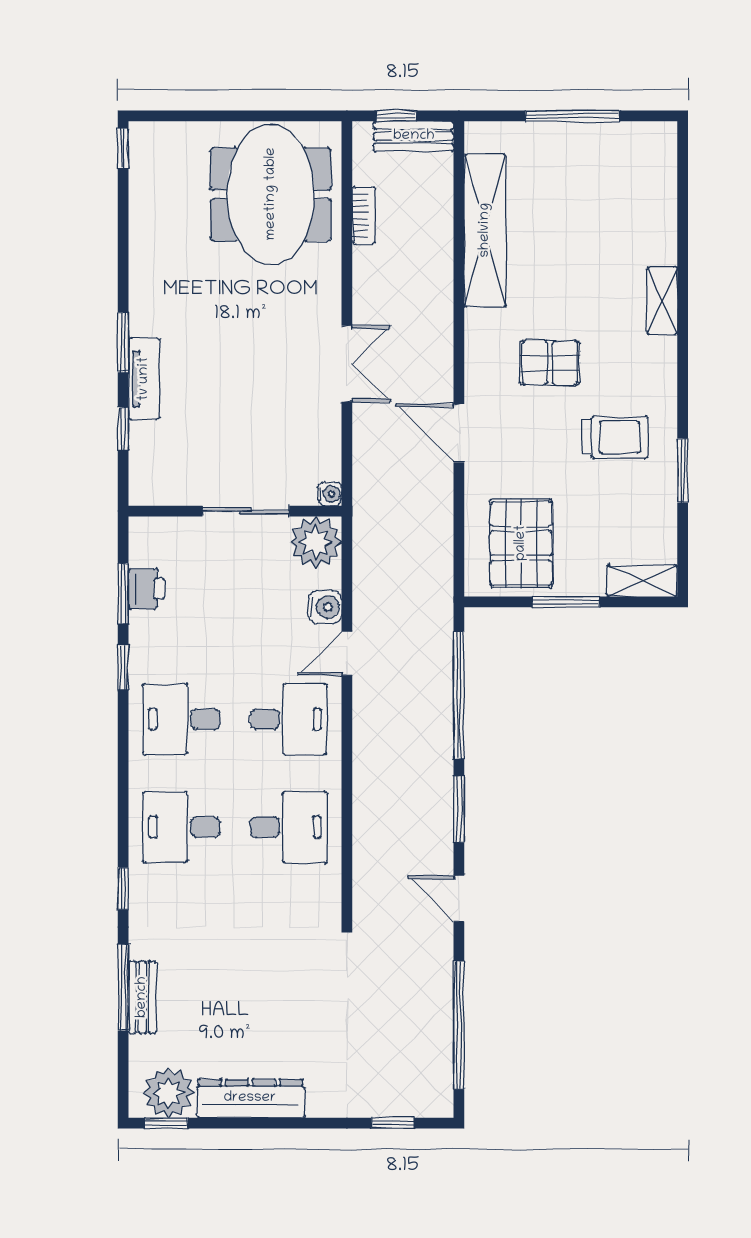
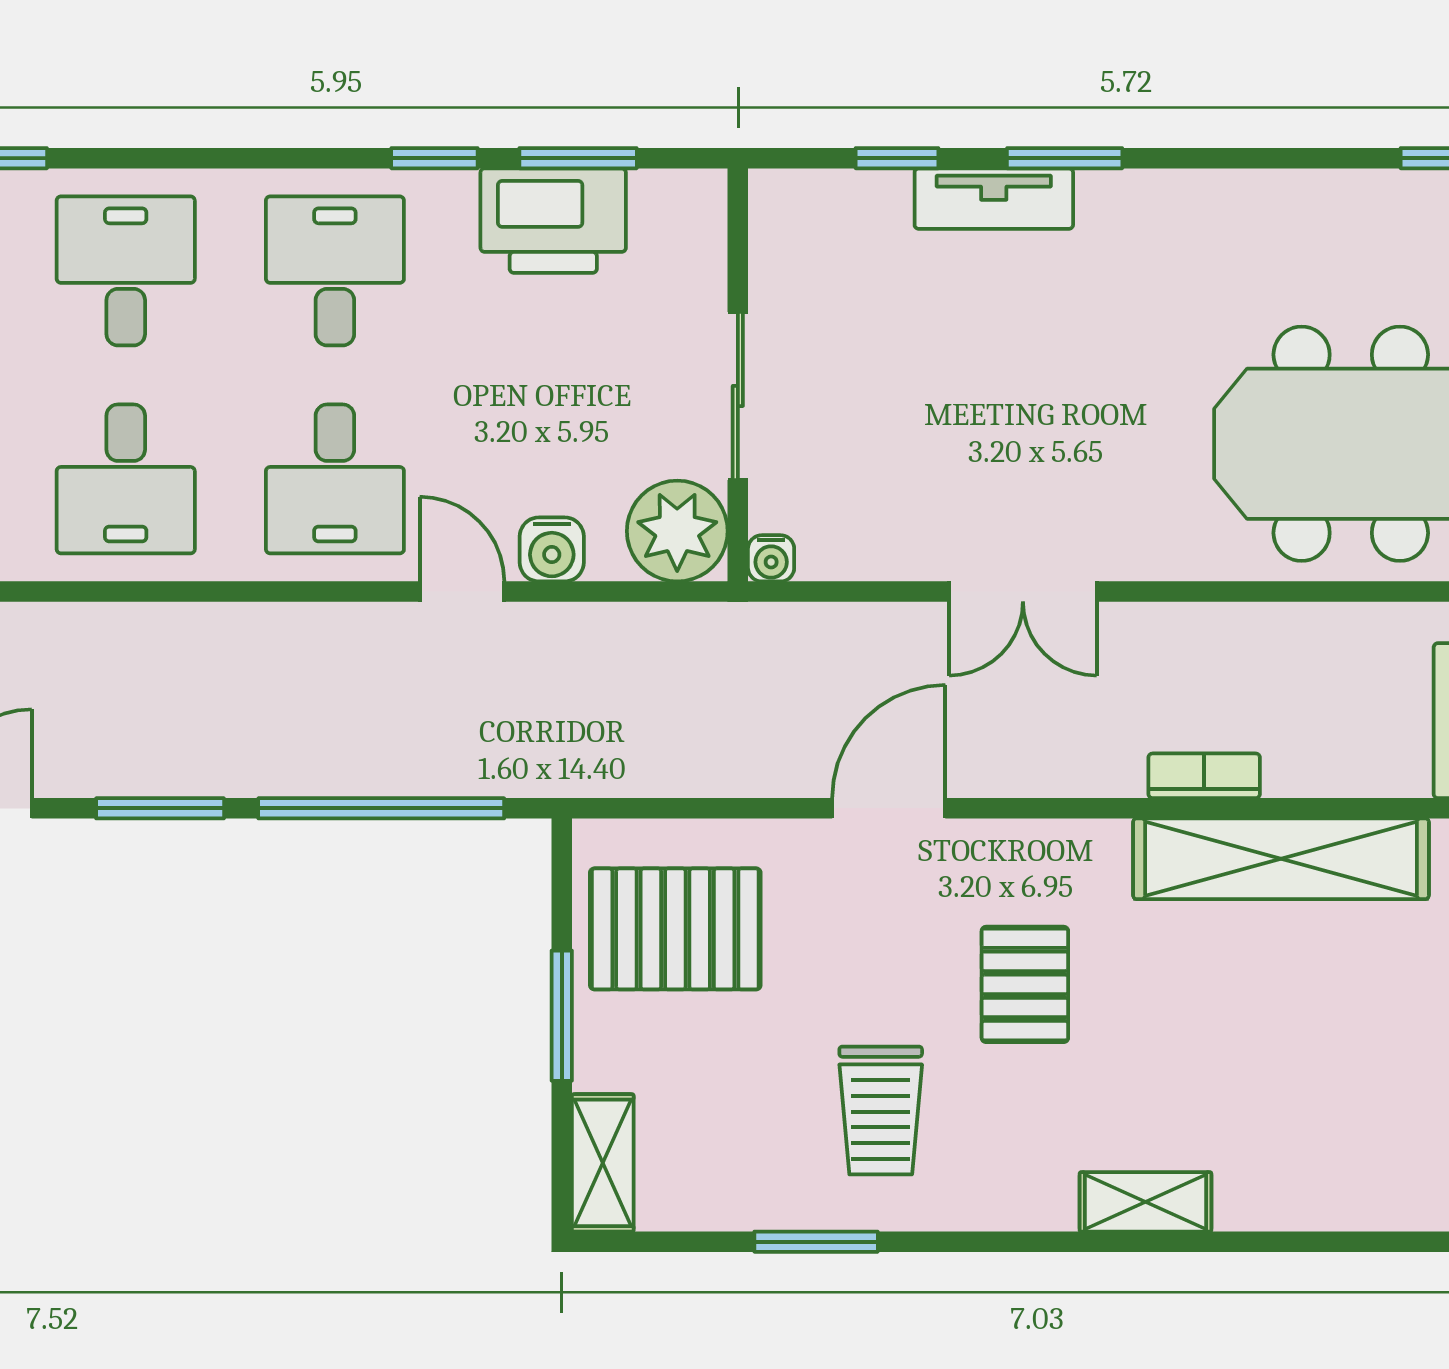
bookcase: (364, 215) -> (1204, 776), moved, turned 180
printer: (147, 589) -> (553, 221), width x1.87, depth x1.48

